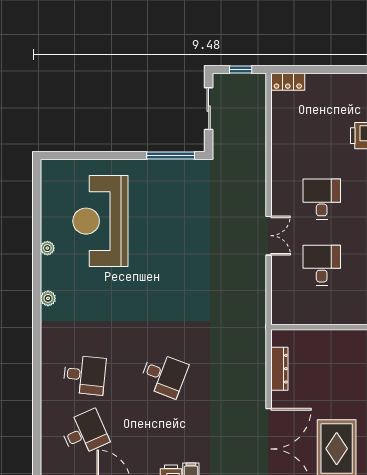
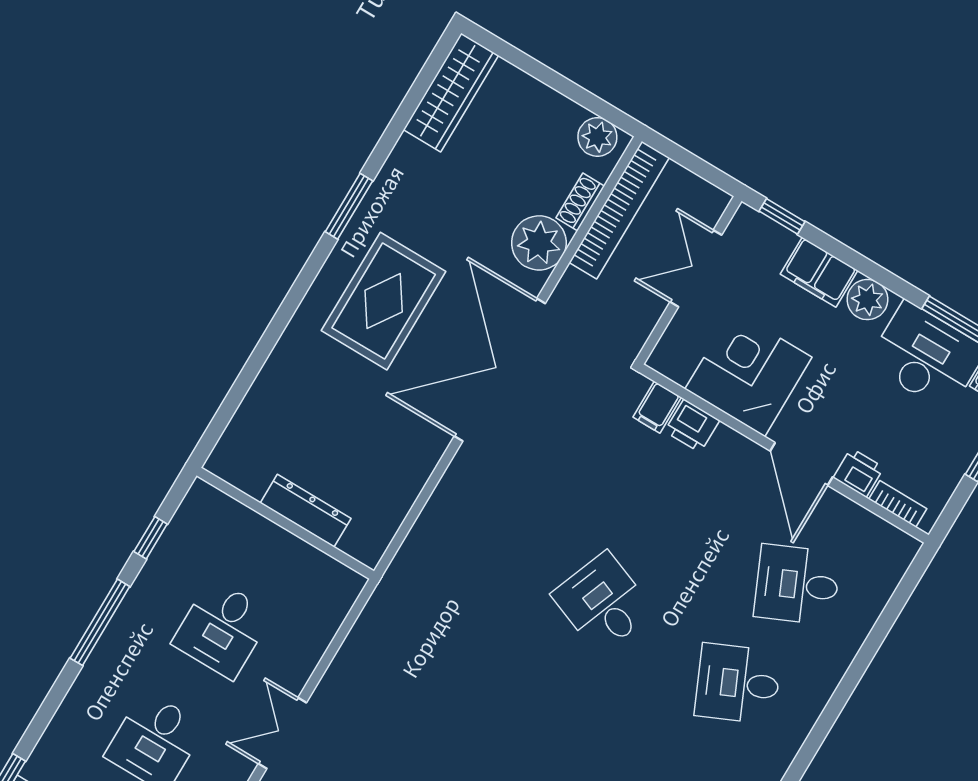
dresser: (279, 369) -> (306, 511), moved, turned 90
desk: (84, 375) -> (738, 684), turned -30

